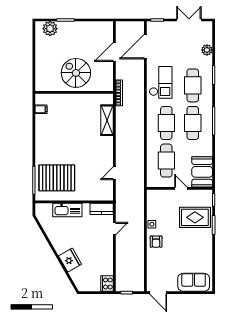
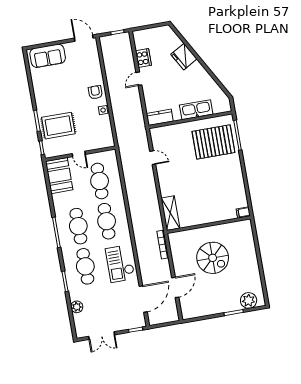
wall: (74, 92) -> (209, 225), moved
door: (114, 173) -> (153, 158), hinge flipped
door: (114, 229) -> (139, 79), moved
cooker: (107, 283) -> (143, 58), moved

